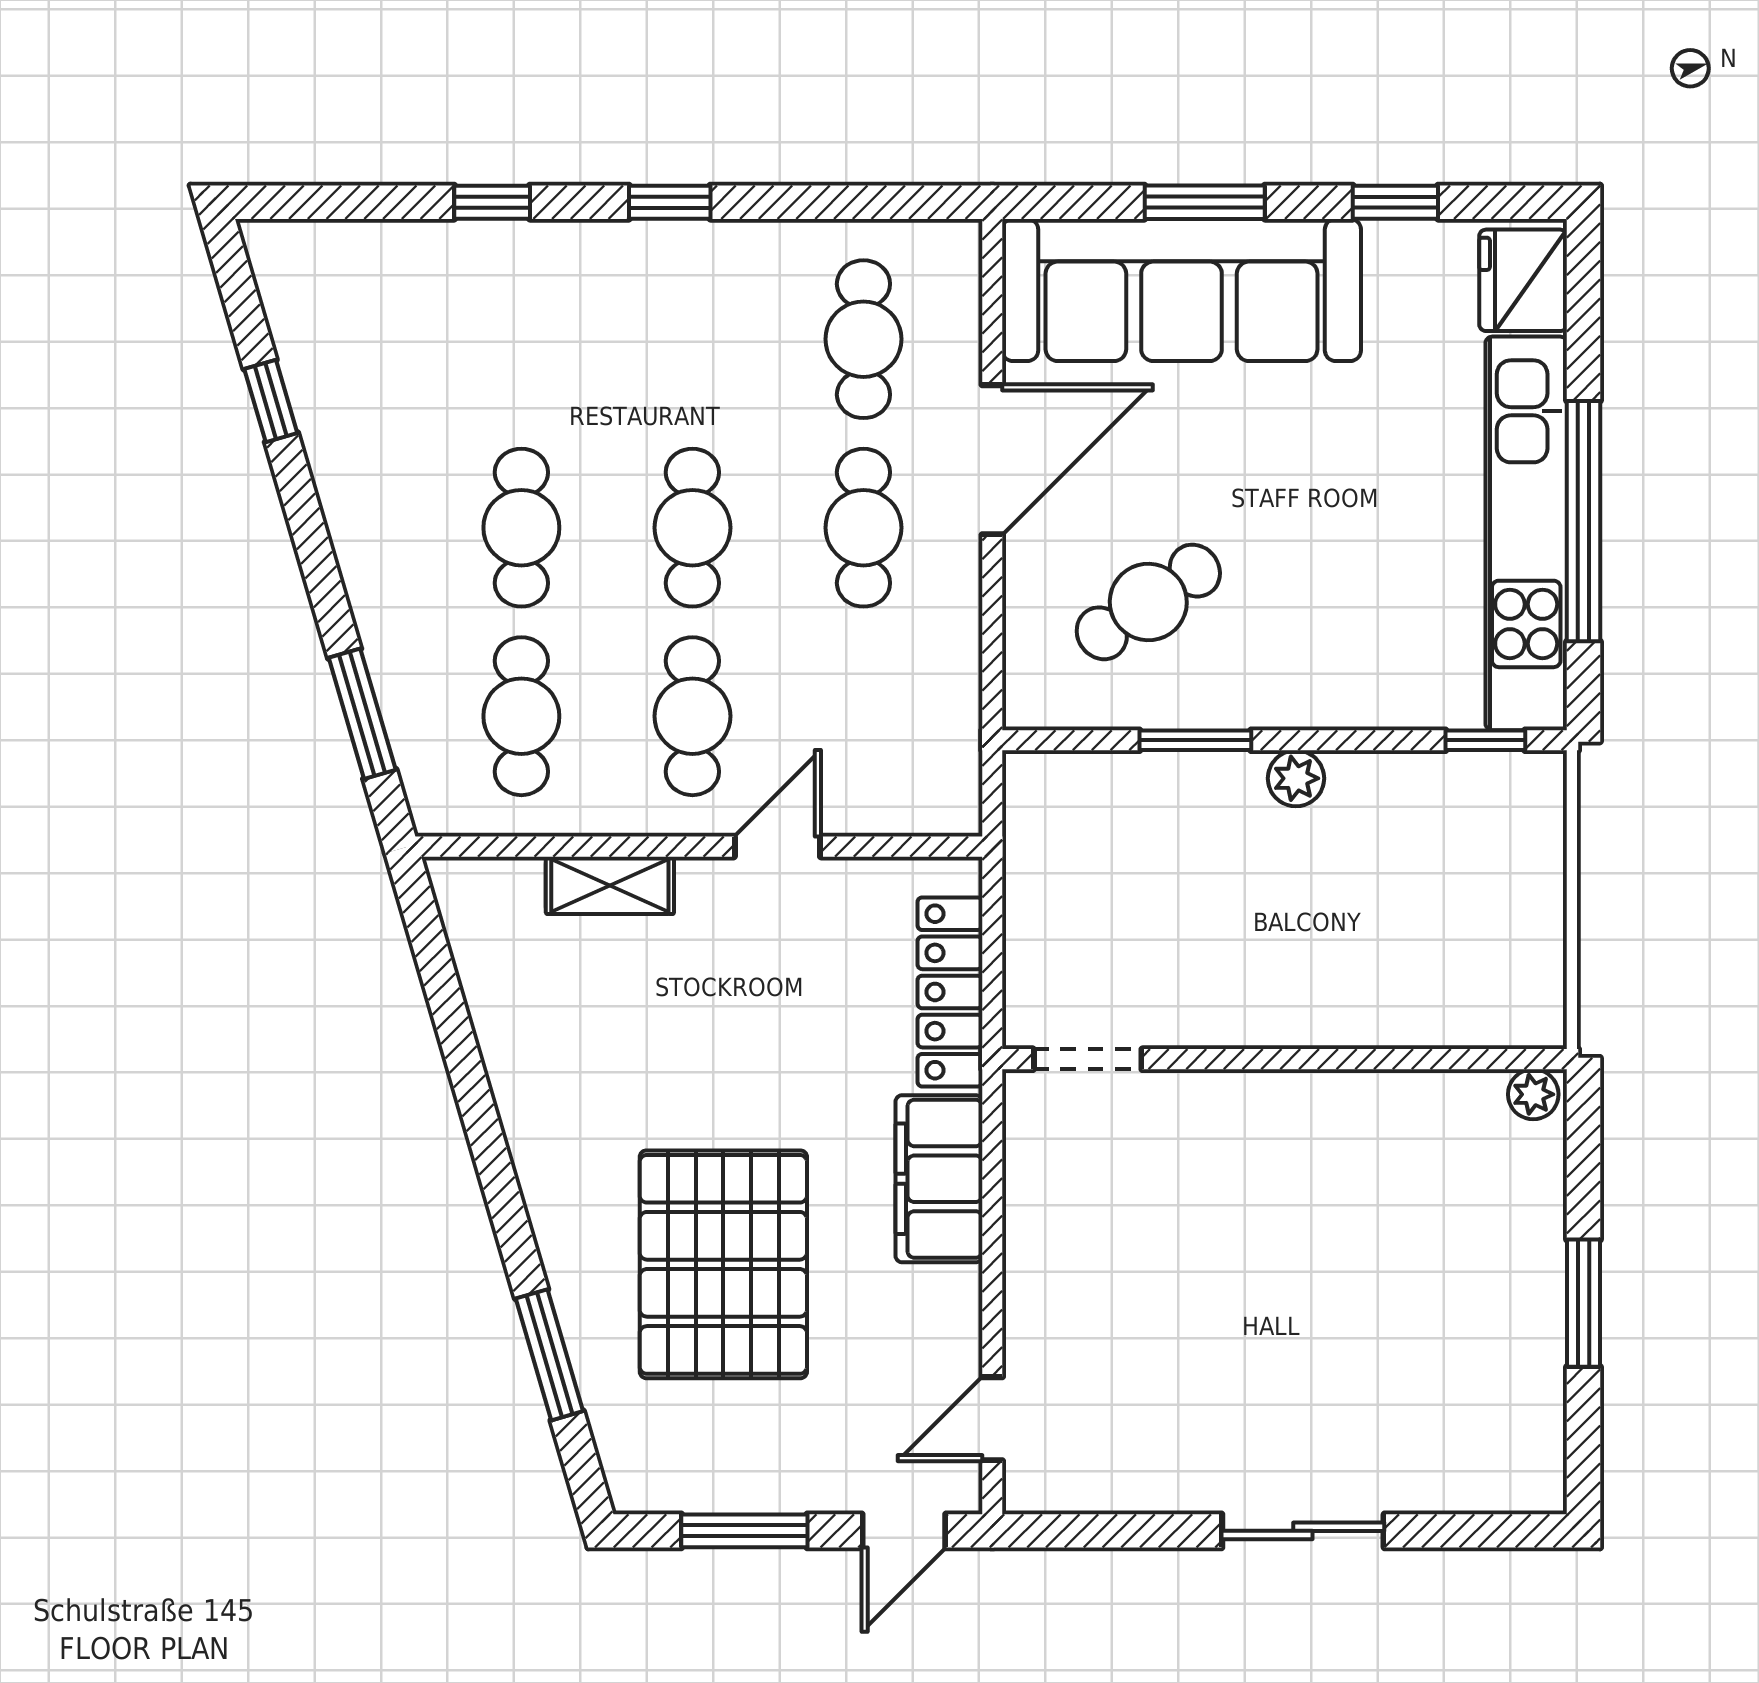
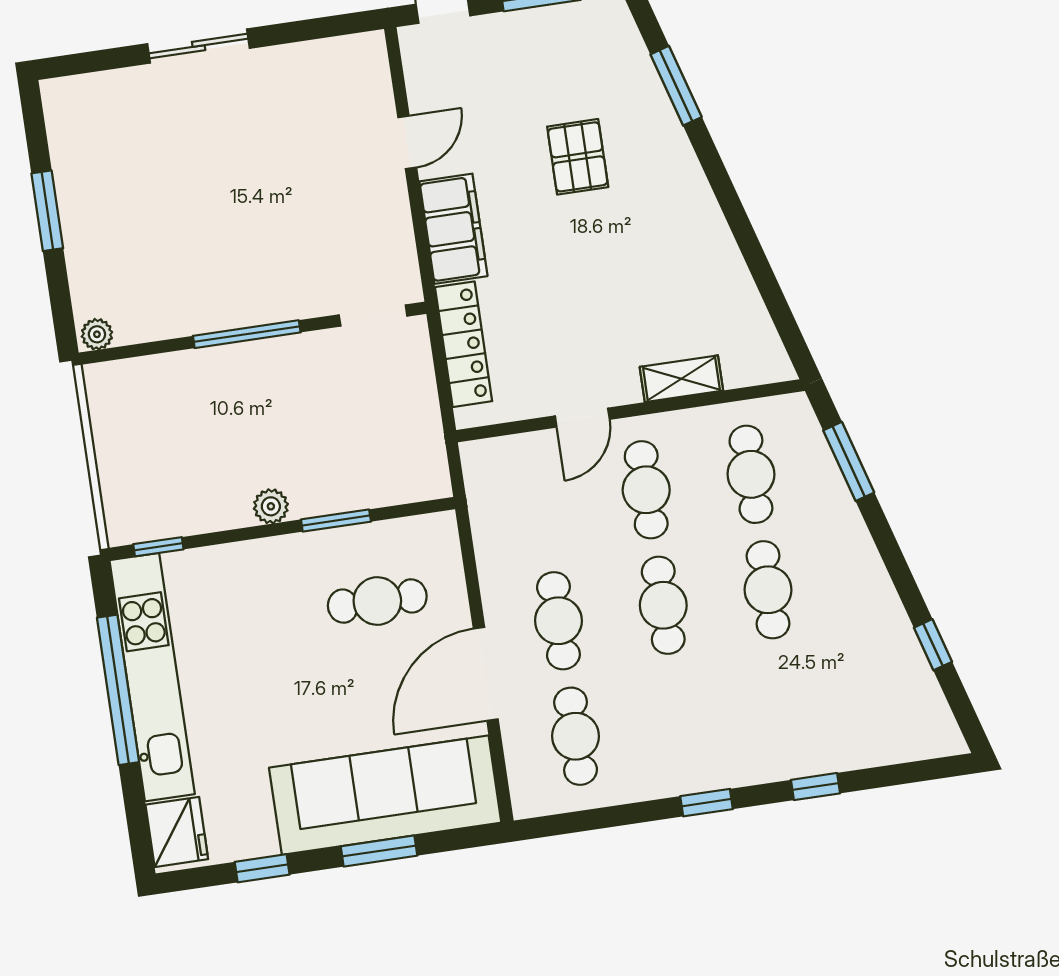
cafe table: (1148, 602) -> (377, 601), turned 34
window: (1294, 1059) -> (247, 334), added
pallet: (723, 1264) -> (578, 157), width x0.49, depth x0.50
door: (992, 1419) -> (407, 142), moved

